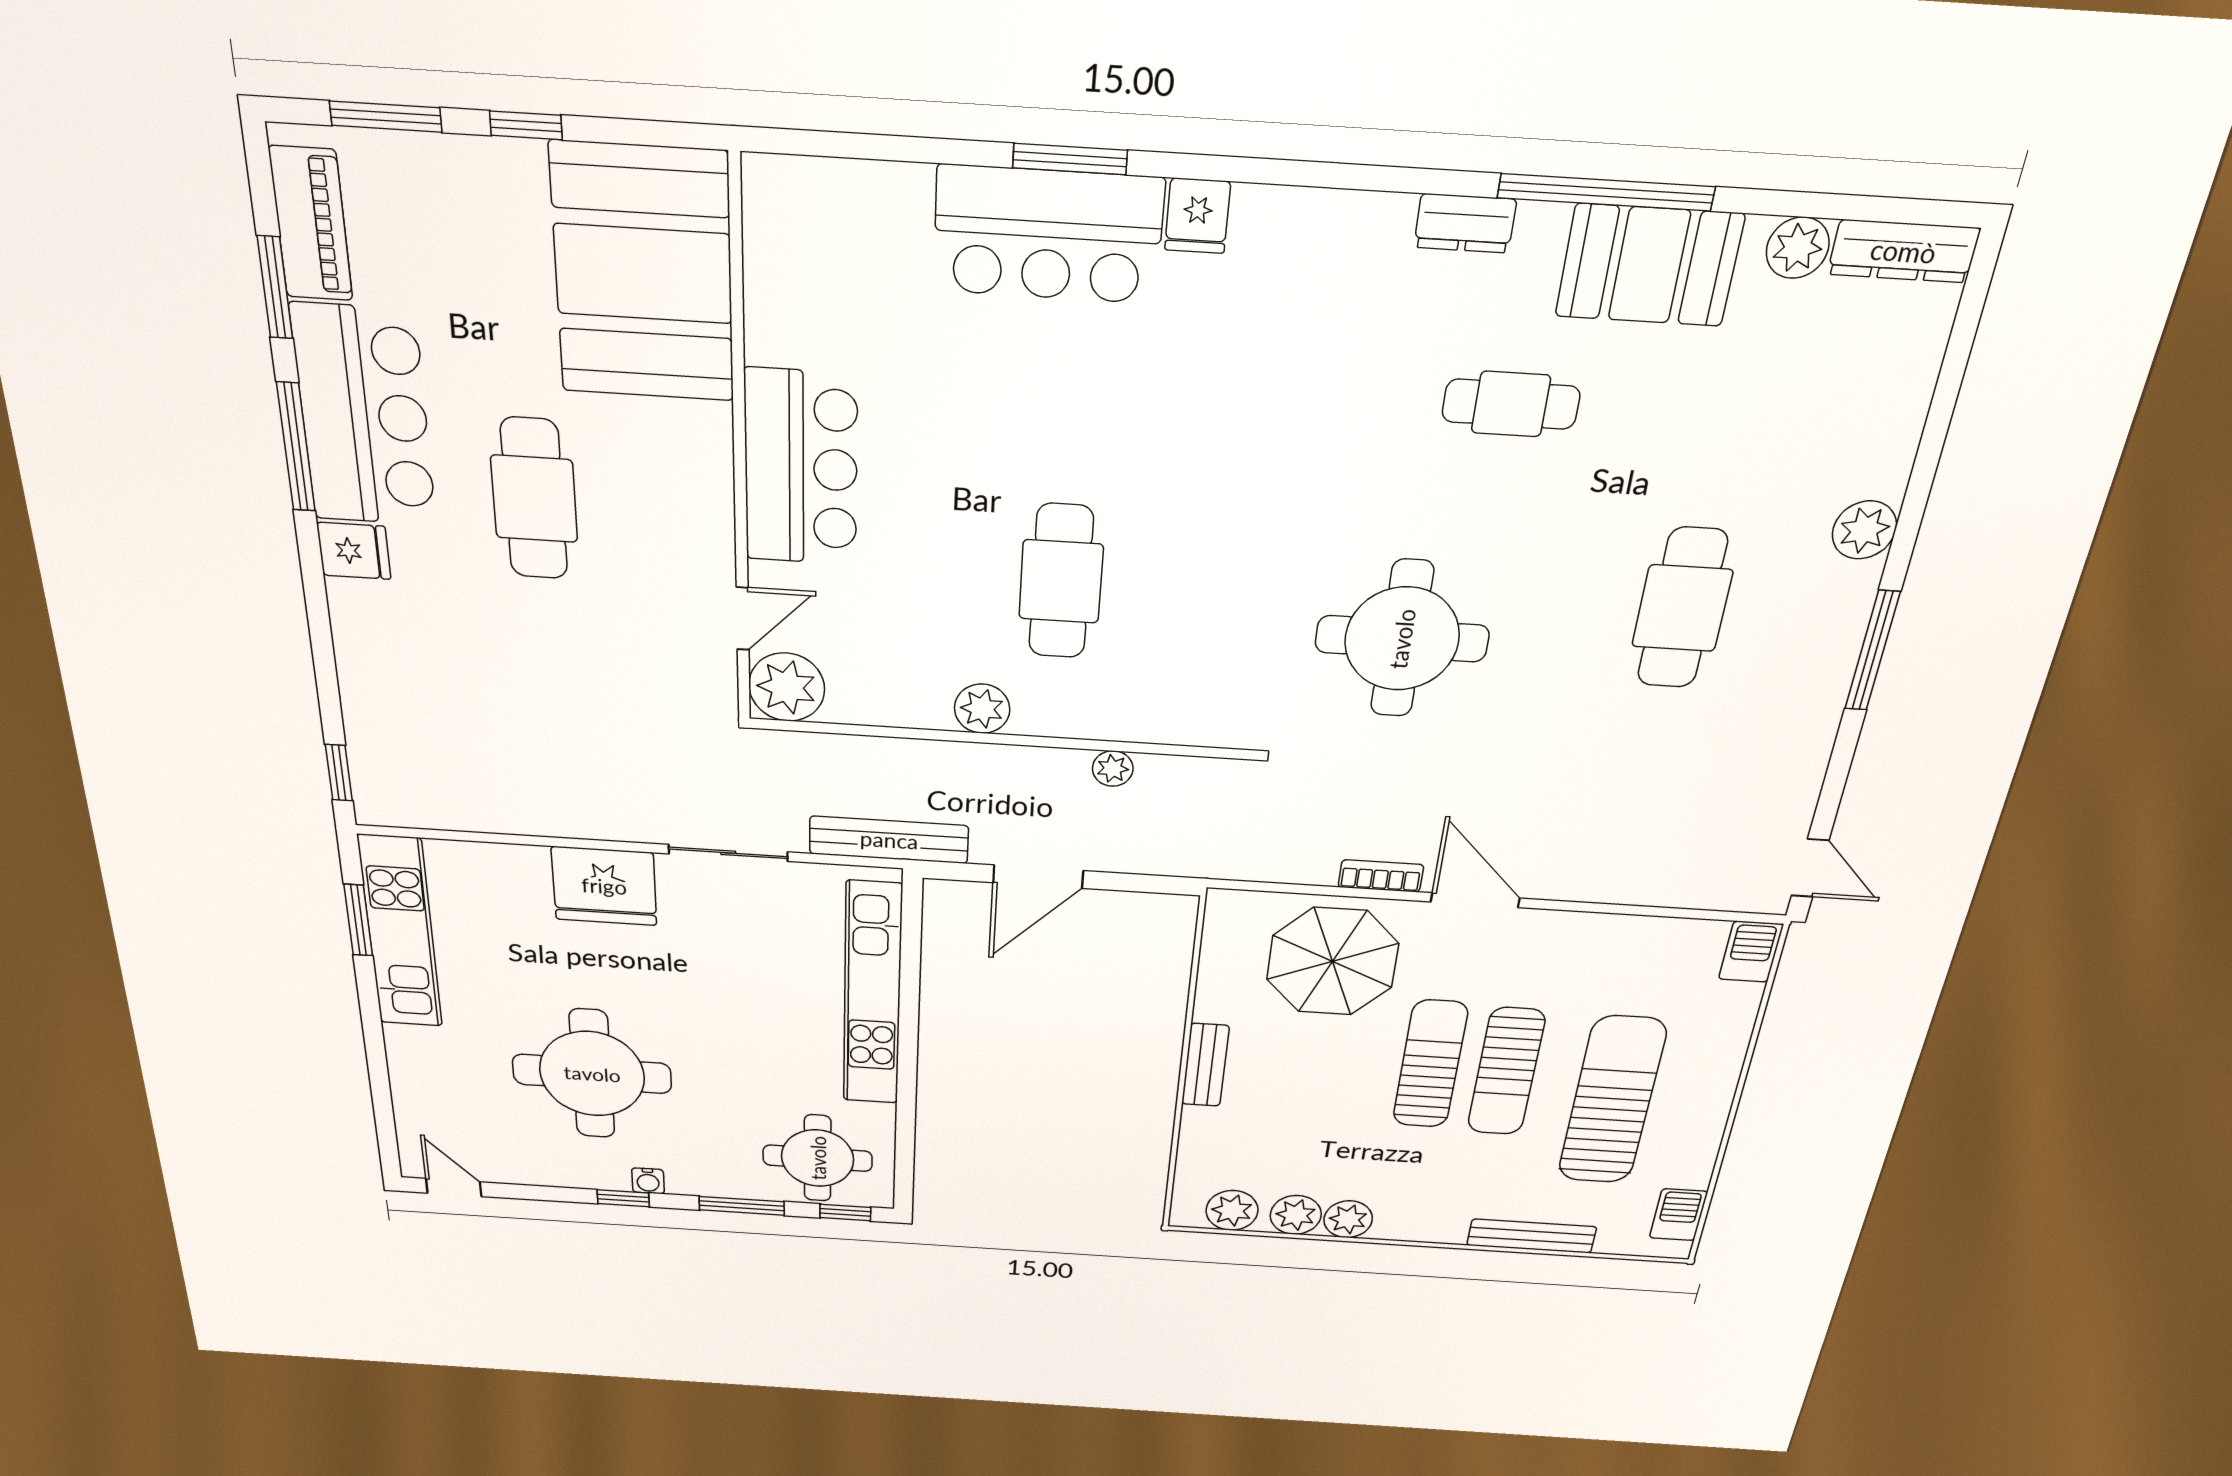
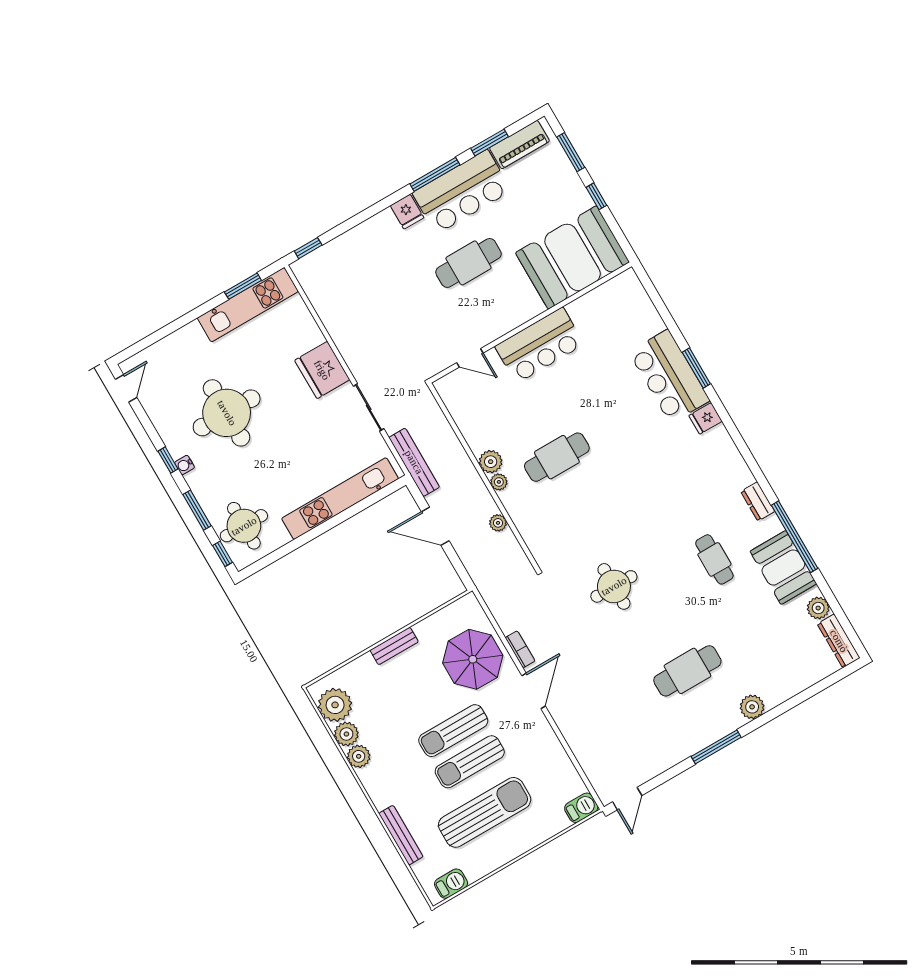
round table: (1402, 639) -> (614, 586), width x0.73, depth x0.73
plant: (787, 687) -> (499, 482), moved, width x0.53, depth x0.53
sun lounger: (1430, 1064) -> (453, 731), turned 180
plant: (1232, 1210) -> (335, 705), width x1.36, depth x1.36

